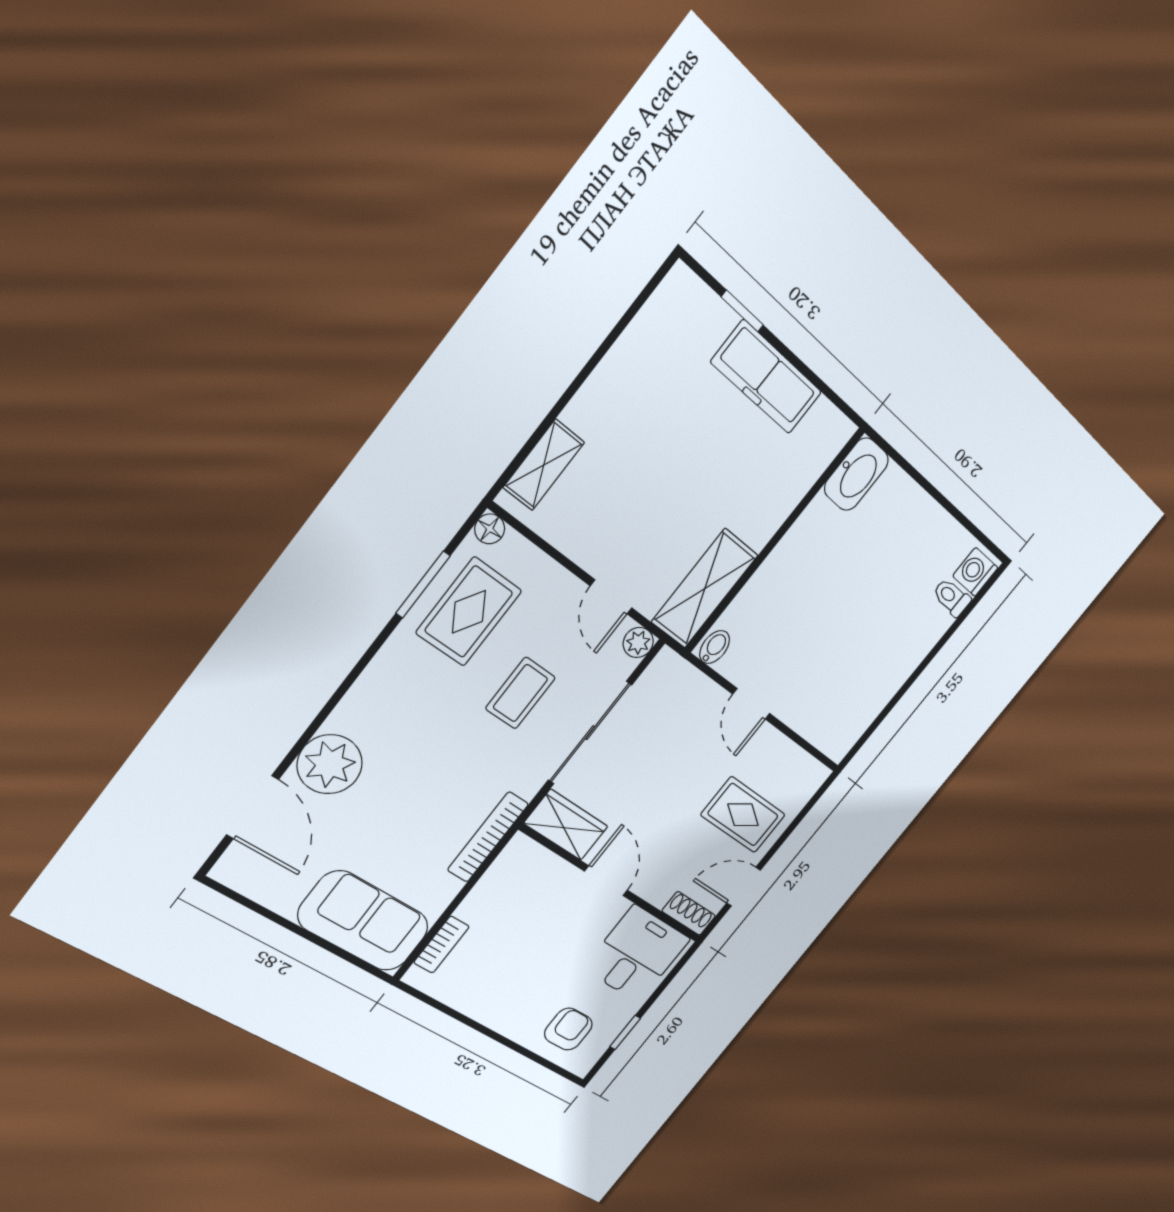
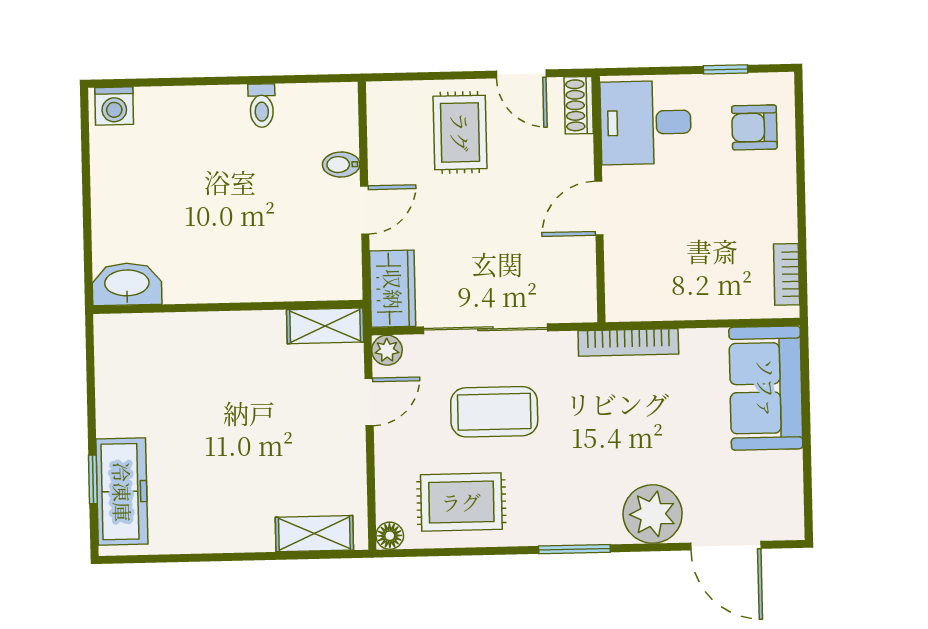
freezer: (767, 377) -> (122, 492), moved
window: (423, 585) -> (574, 549), moved
shelving: (705, 589) -> (325, 326), width x0.67, depth x0.75
toilet: (952, 597) -> (262, 106), moved
bidet: (715, 647) -> (341, 164), moved
coffee table: (520, 693) -> (494, 412), width x1.36, depth x1.30
door: (252, 807) -> (726, 546), swing flipped
wardrobe: (566, 825) -> (393, 289), moved, turned 180
bookcase: (442, 945) -> (787, 274), moved, turned -90

